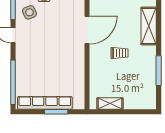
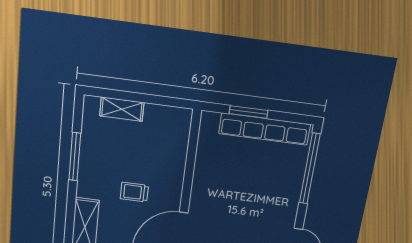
shelving: (110, 104) -> (122, 109), moved

